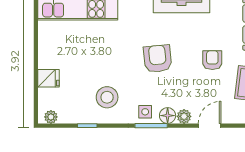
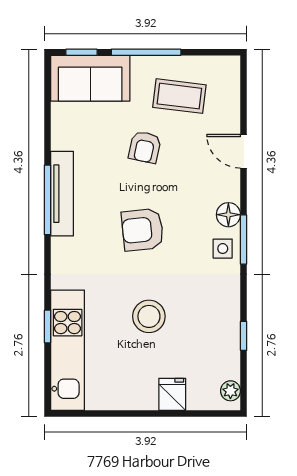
armchair: (212, 60) -> (145, 147), turned -78
stool: (107, 97) -> (149, 316), moved
plant: (184, 116) -> (230, 190), removed

